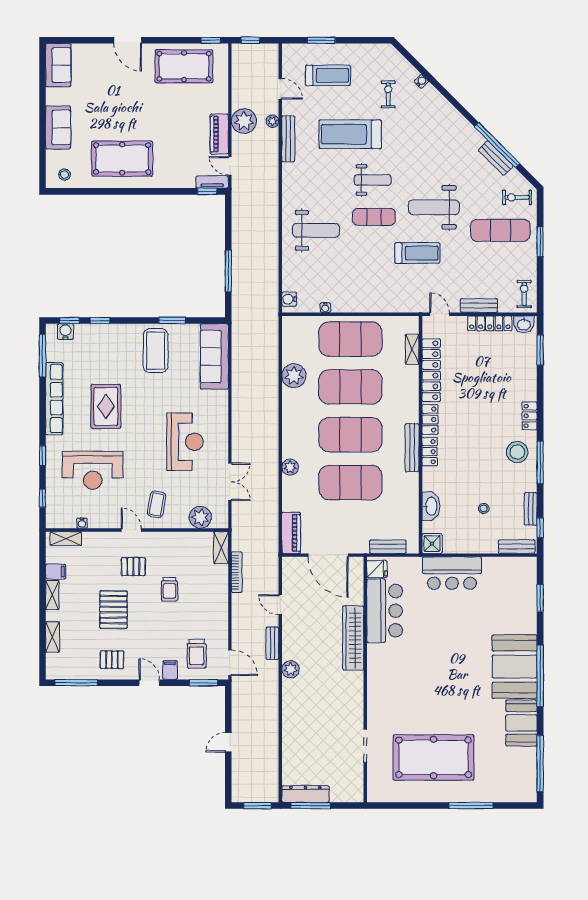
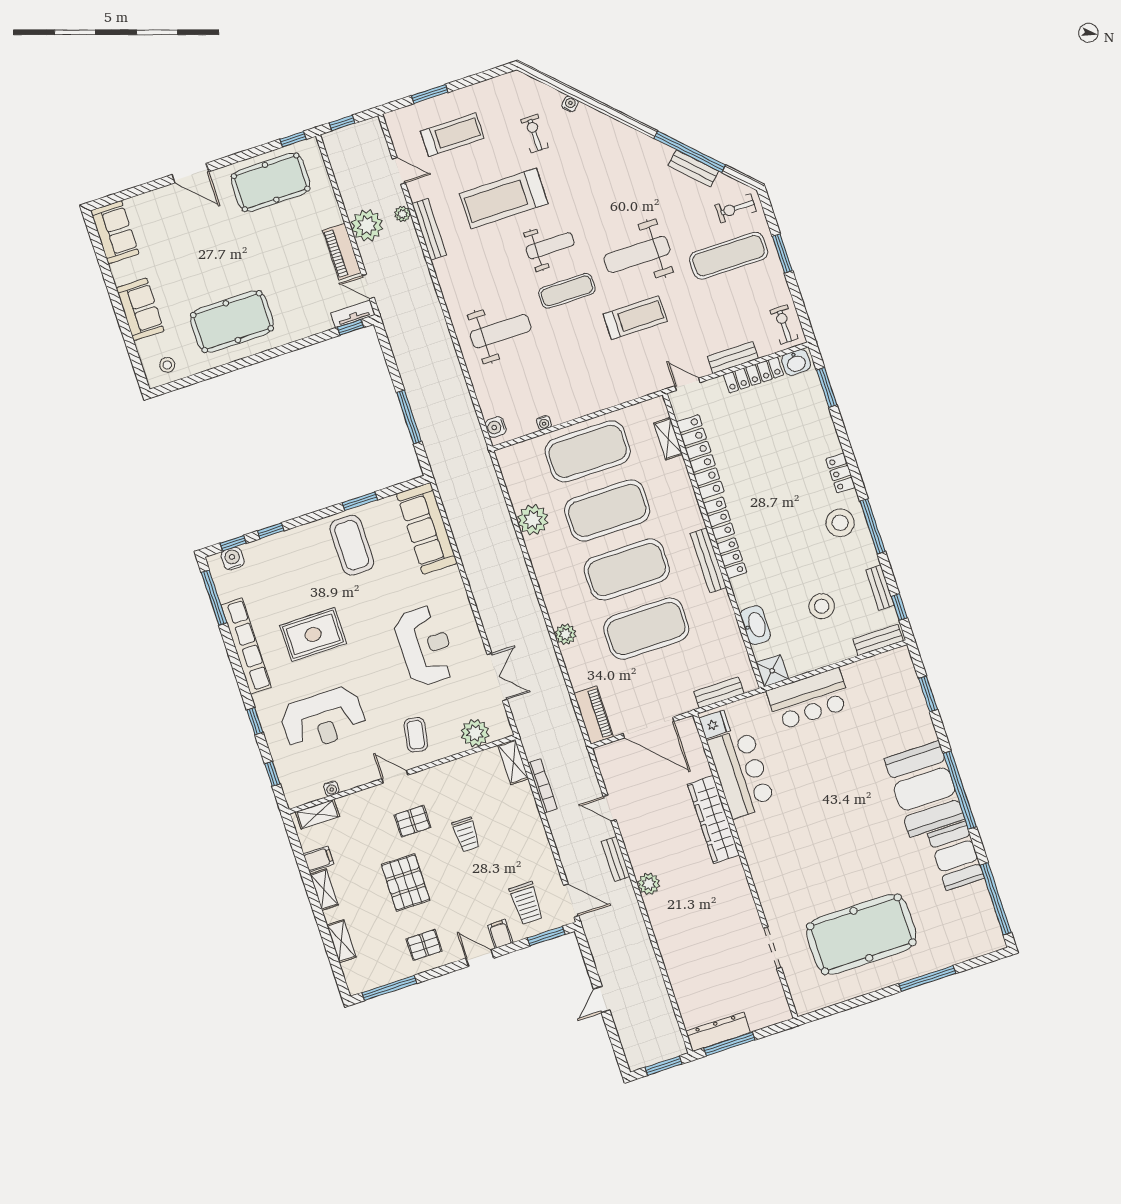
rug: (106, 406) -> (313, 634), turned 90
stool: (484, 508) -> (822, 606), width x1.89, depth x1.89

